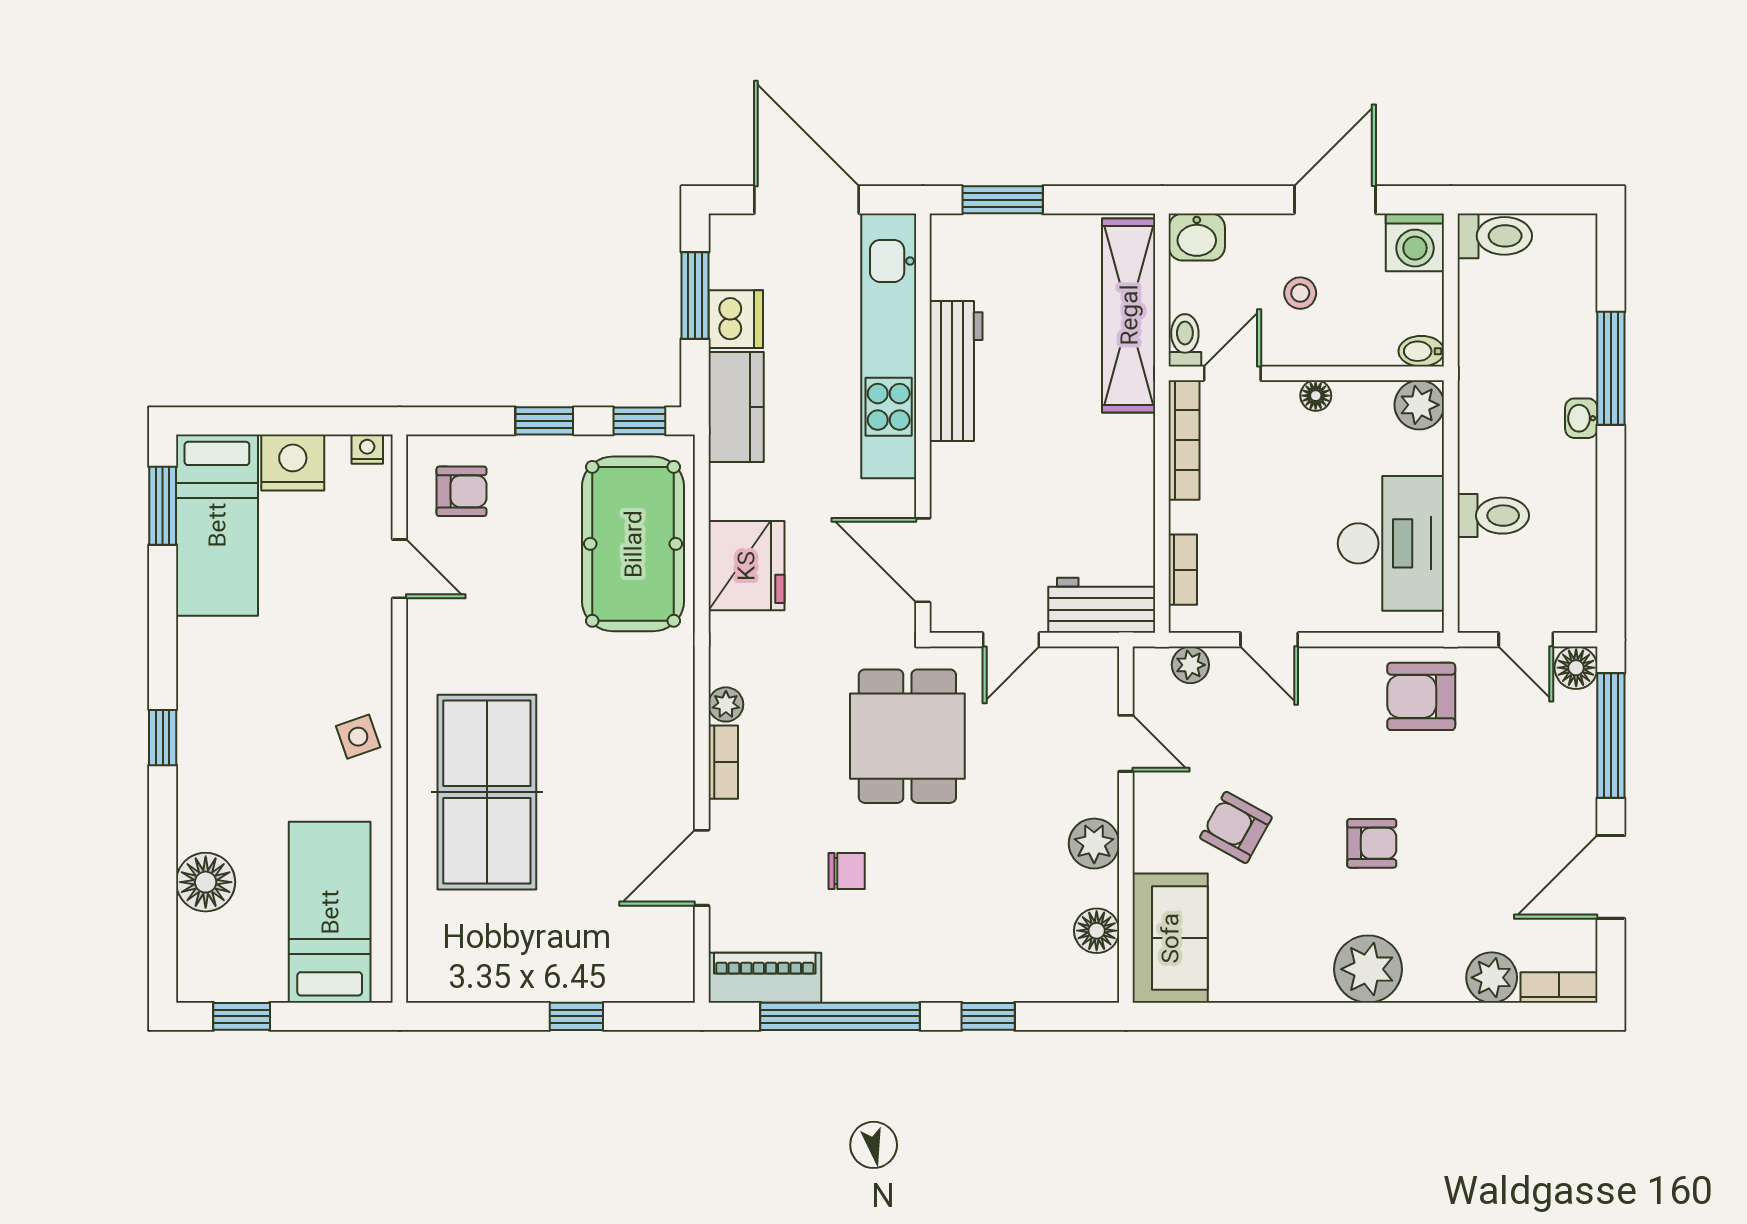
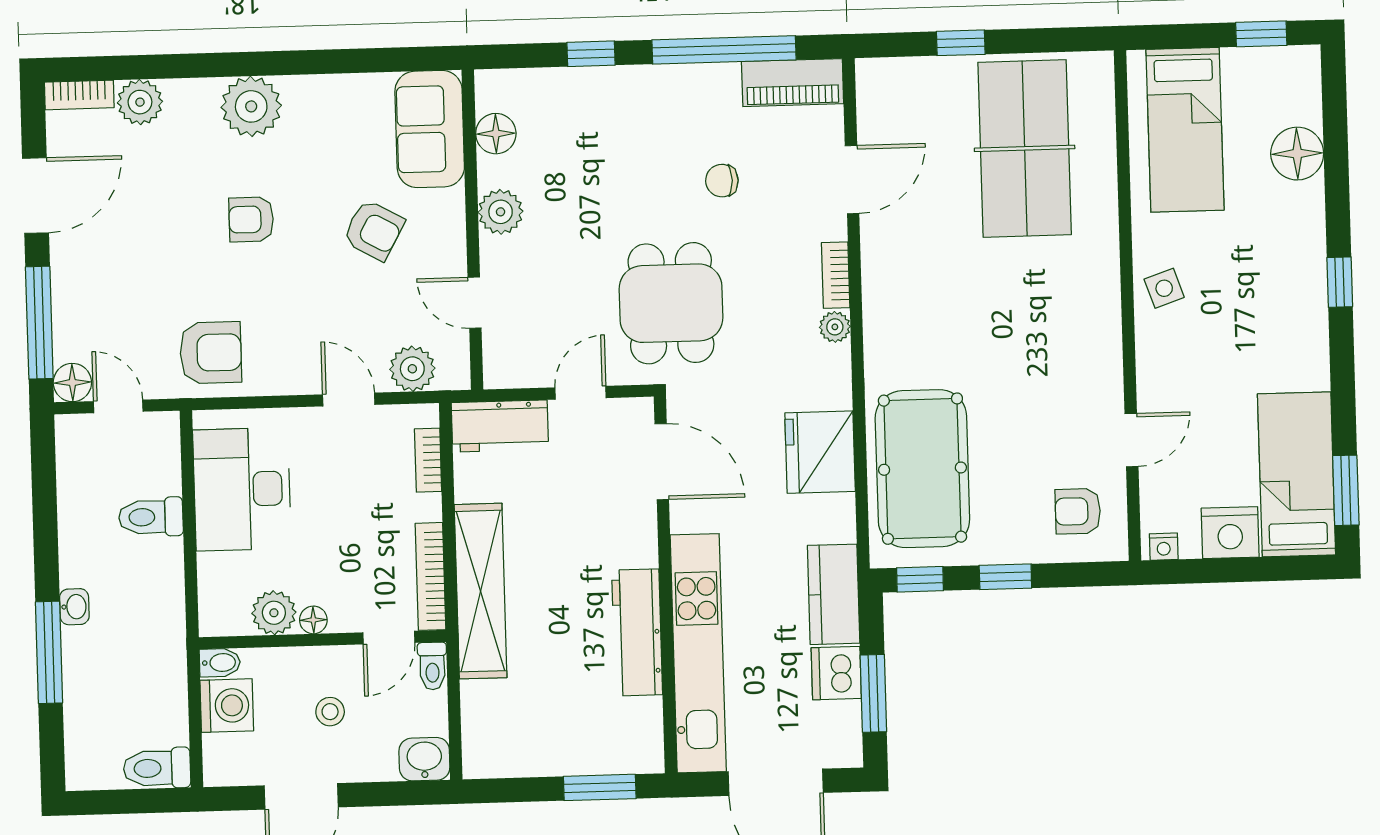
washing machine: (1415, 242) -> (227, 706), moved, turned 90
shelving: (1129, 315) -> (481, 591), moved
plant: (1419, 405) -> (274, 613), moved
door: (399, 569) -> (1131, 440), swing flipped
plant: (1190, 665) -> (412, 369), width x1.38, depth x1.38
table tennis table: (487, 792) -> (1025, 148), moved

